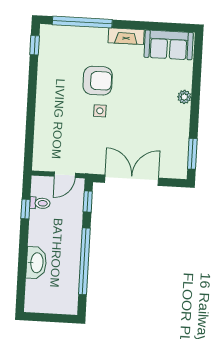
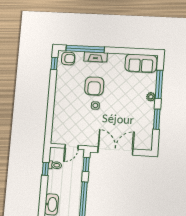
fireplace: (126, 36) -> (96, 57), moved
armchair: (56, 37) -> (68, 59), added
window: (197, 78) -> (159, 85), added
armchair: (98, 81) -> (94, 86), turned 90
window: (192, 154) -> (157, 119), moved

